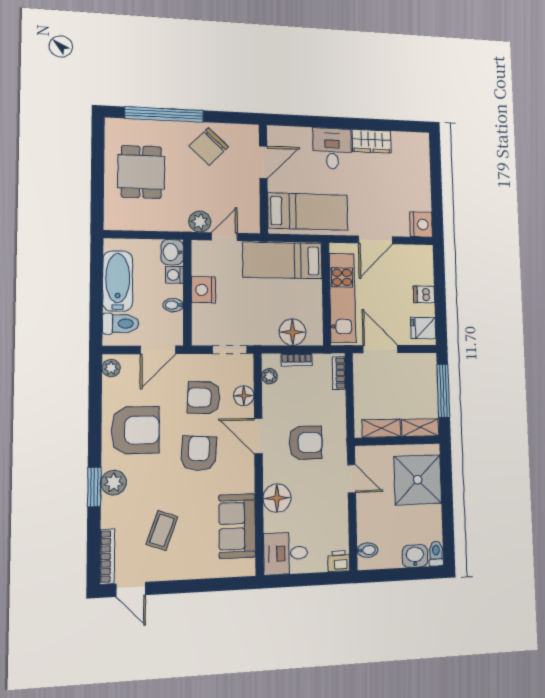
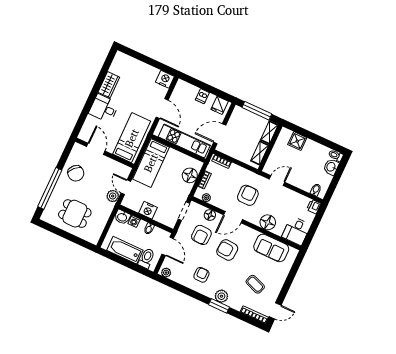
armchair: (135, 430) -> (201, 275), width x0.53, depth x0.53
shower: (418, 480) -> (297, 141), width x0.54, depth x0.54

